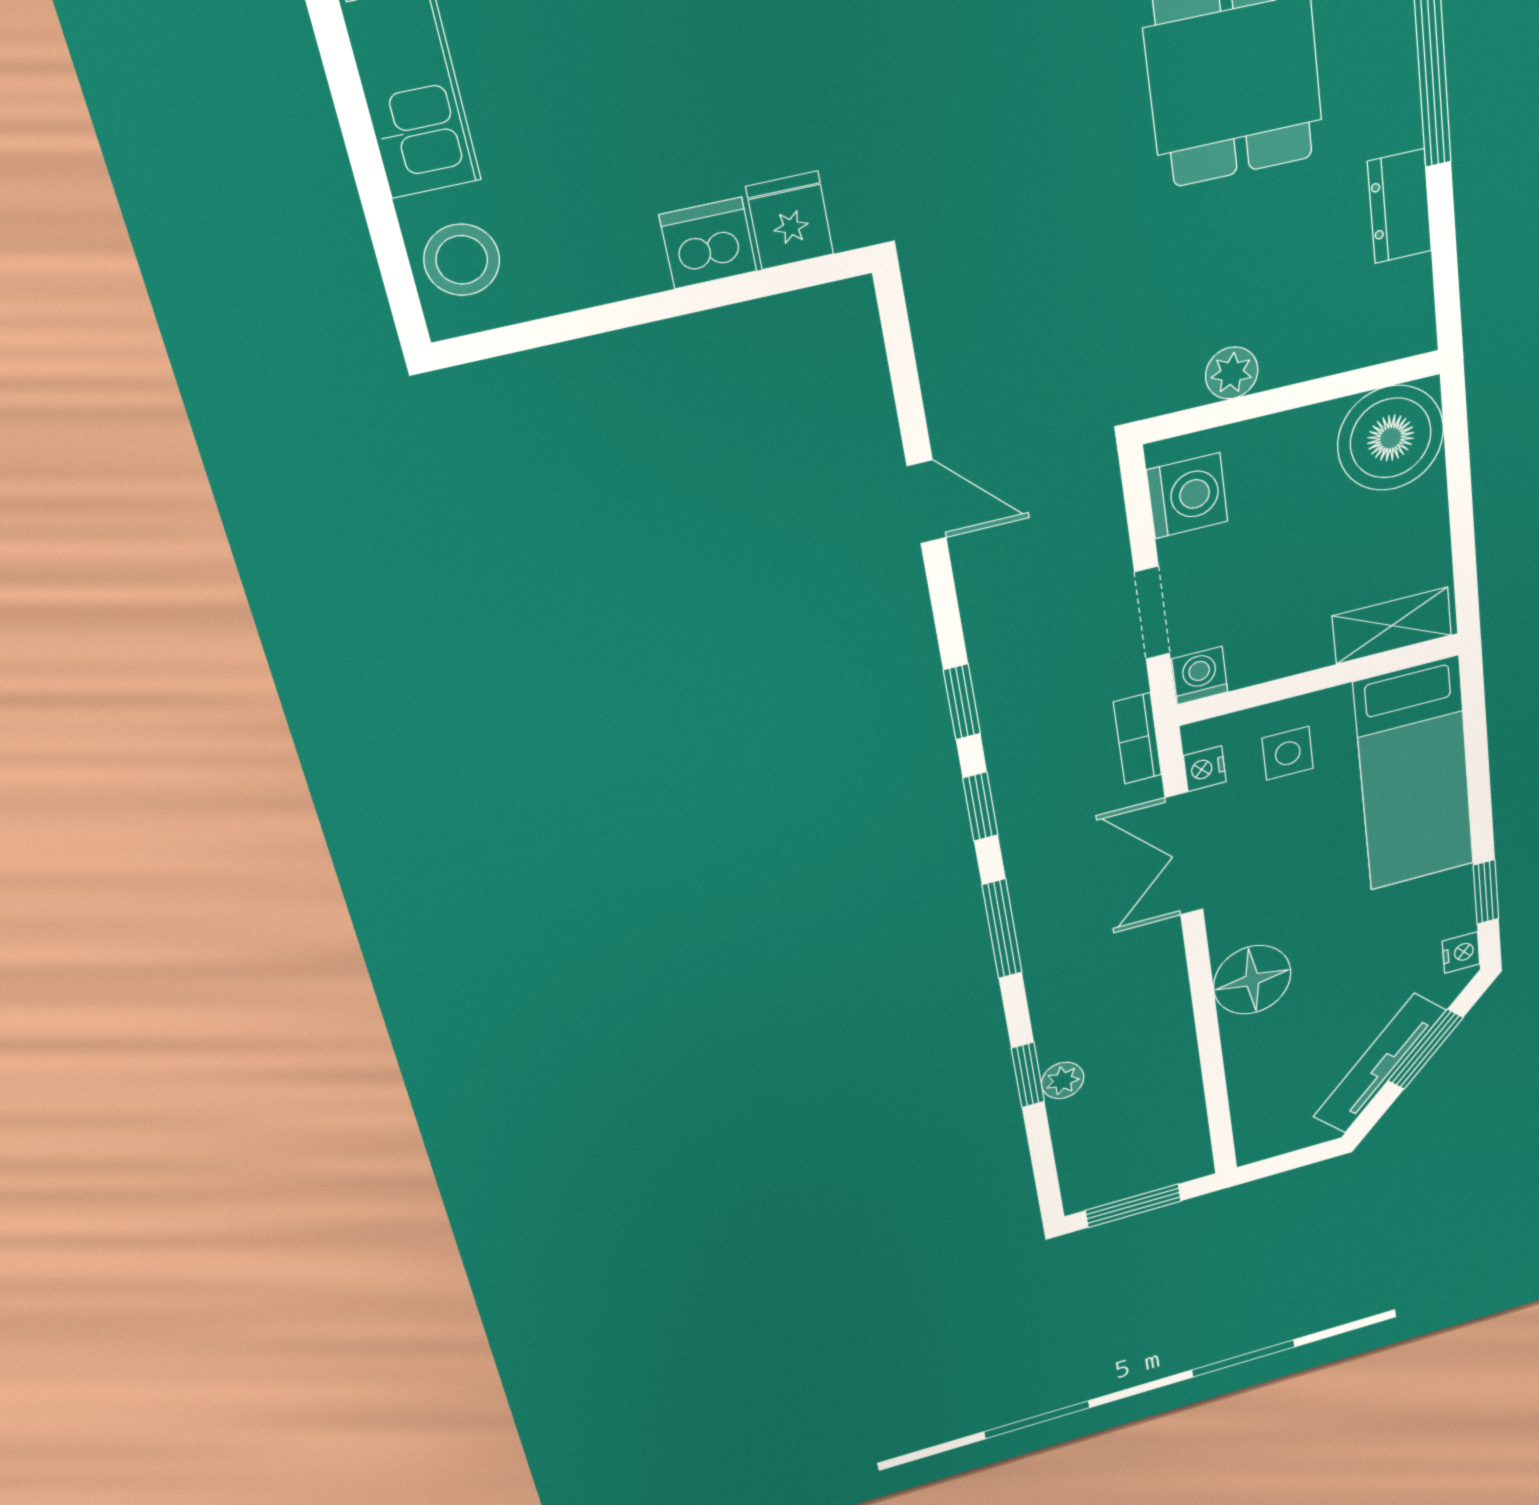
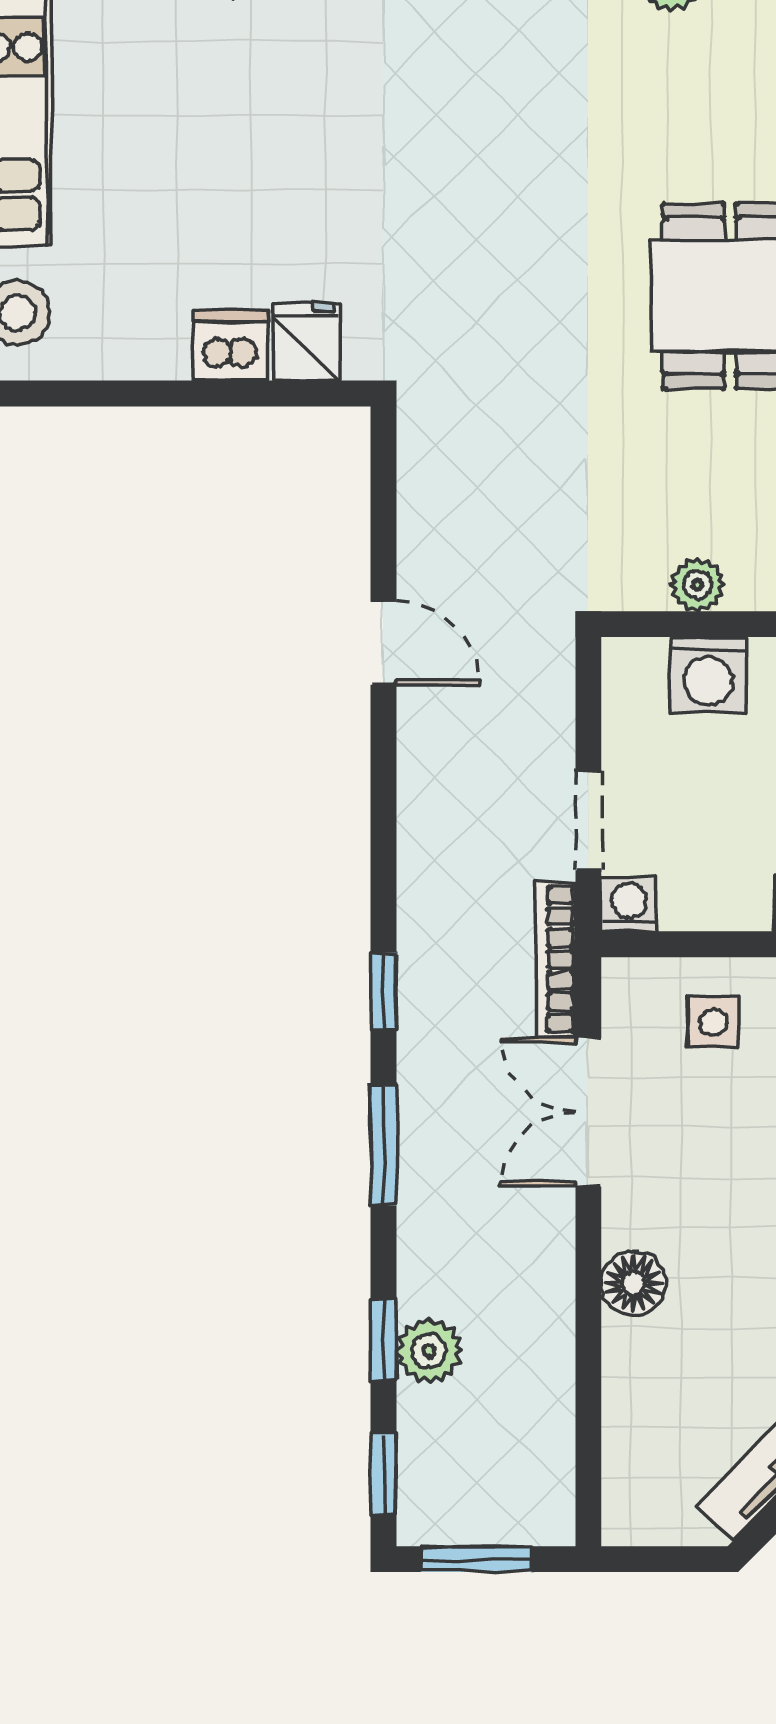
washing machine: (1187, 496) -> (708, 675), moved, turned 90
window: (962, 702) -> (383, 1474), moved
bookcase: (1138, 738) -> (556, 959), width x1.56
nightstand: (1205, 769) -> (622, 1015), removed
floor lamp: (1252, 980) -> (633, 1283), width x0.73, depth x0.73
plant: (1063, 1080) -> (429, 1351), width x1.38, depth x1.38

